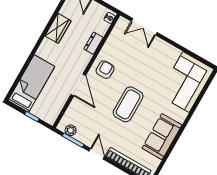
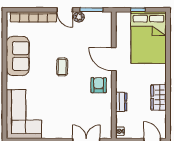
armchair: (105, 70) -> (99, 85), turned 180
bed: (31, 84) -> (149, 38), width x1.50
coffee table: (128, 104) -> (62, 67), width x0.54, depth x0.58
plant: (71, 130) -> (79, 17), moved

